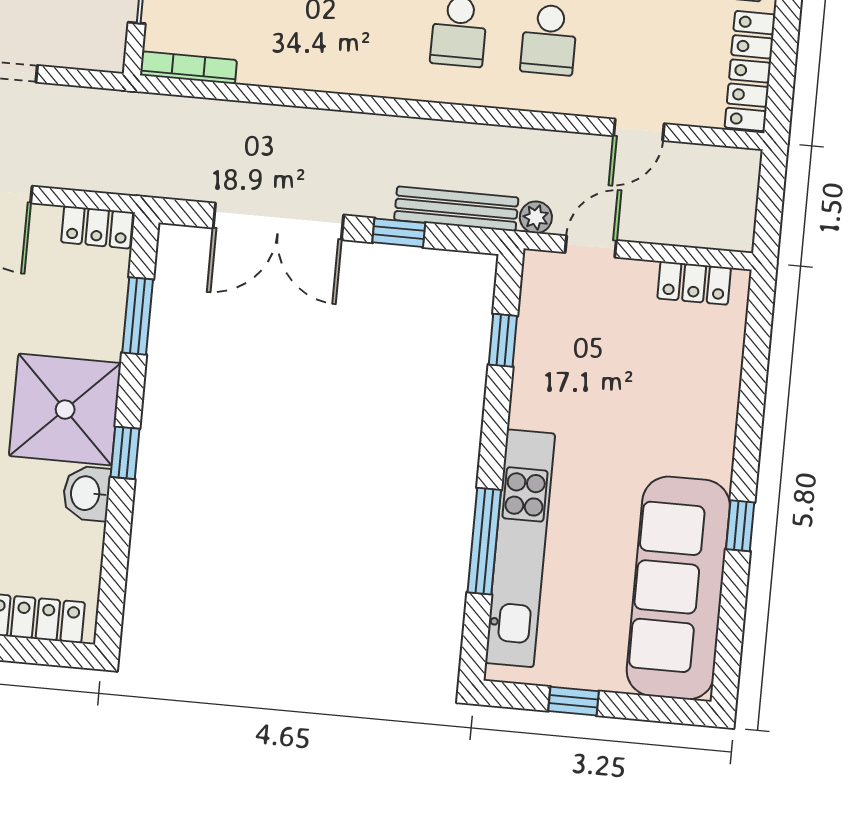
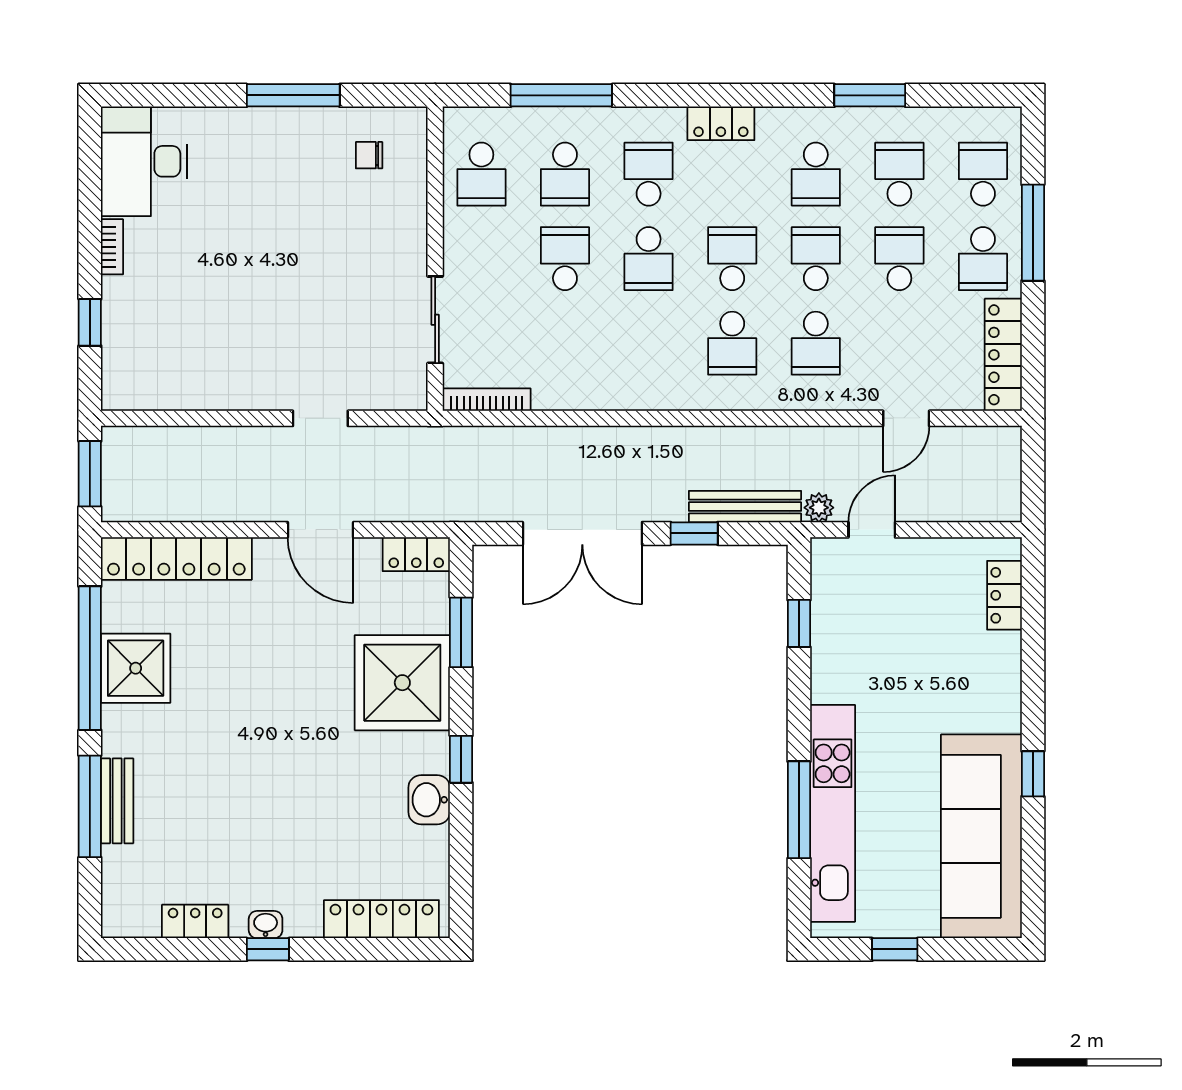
locker: (694, 283) -> (1004, 595), moved, turned 90
shower: (65, 410) -> (402, 683), moved

